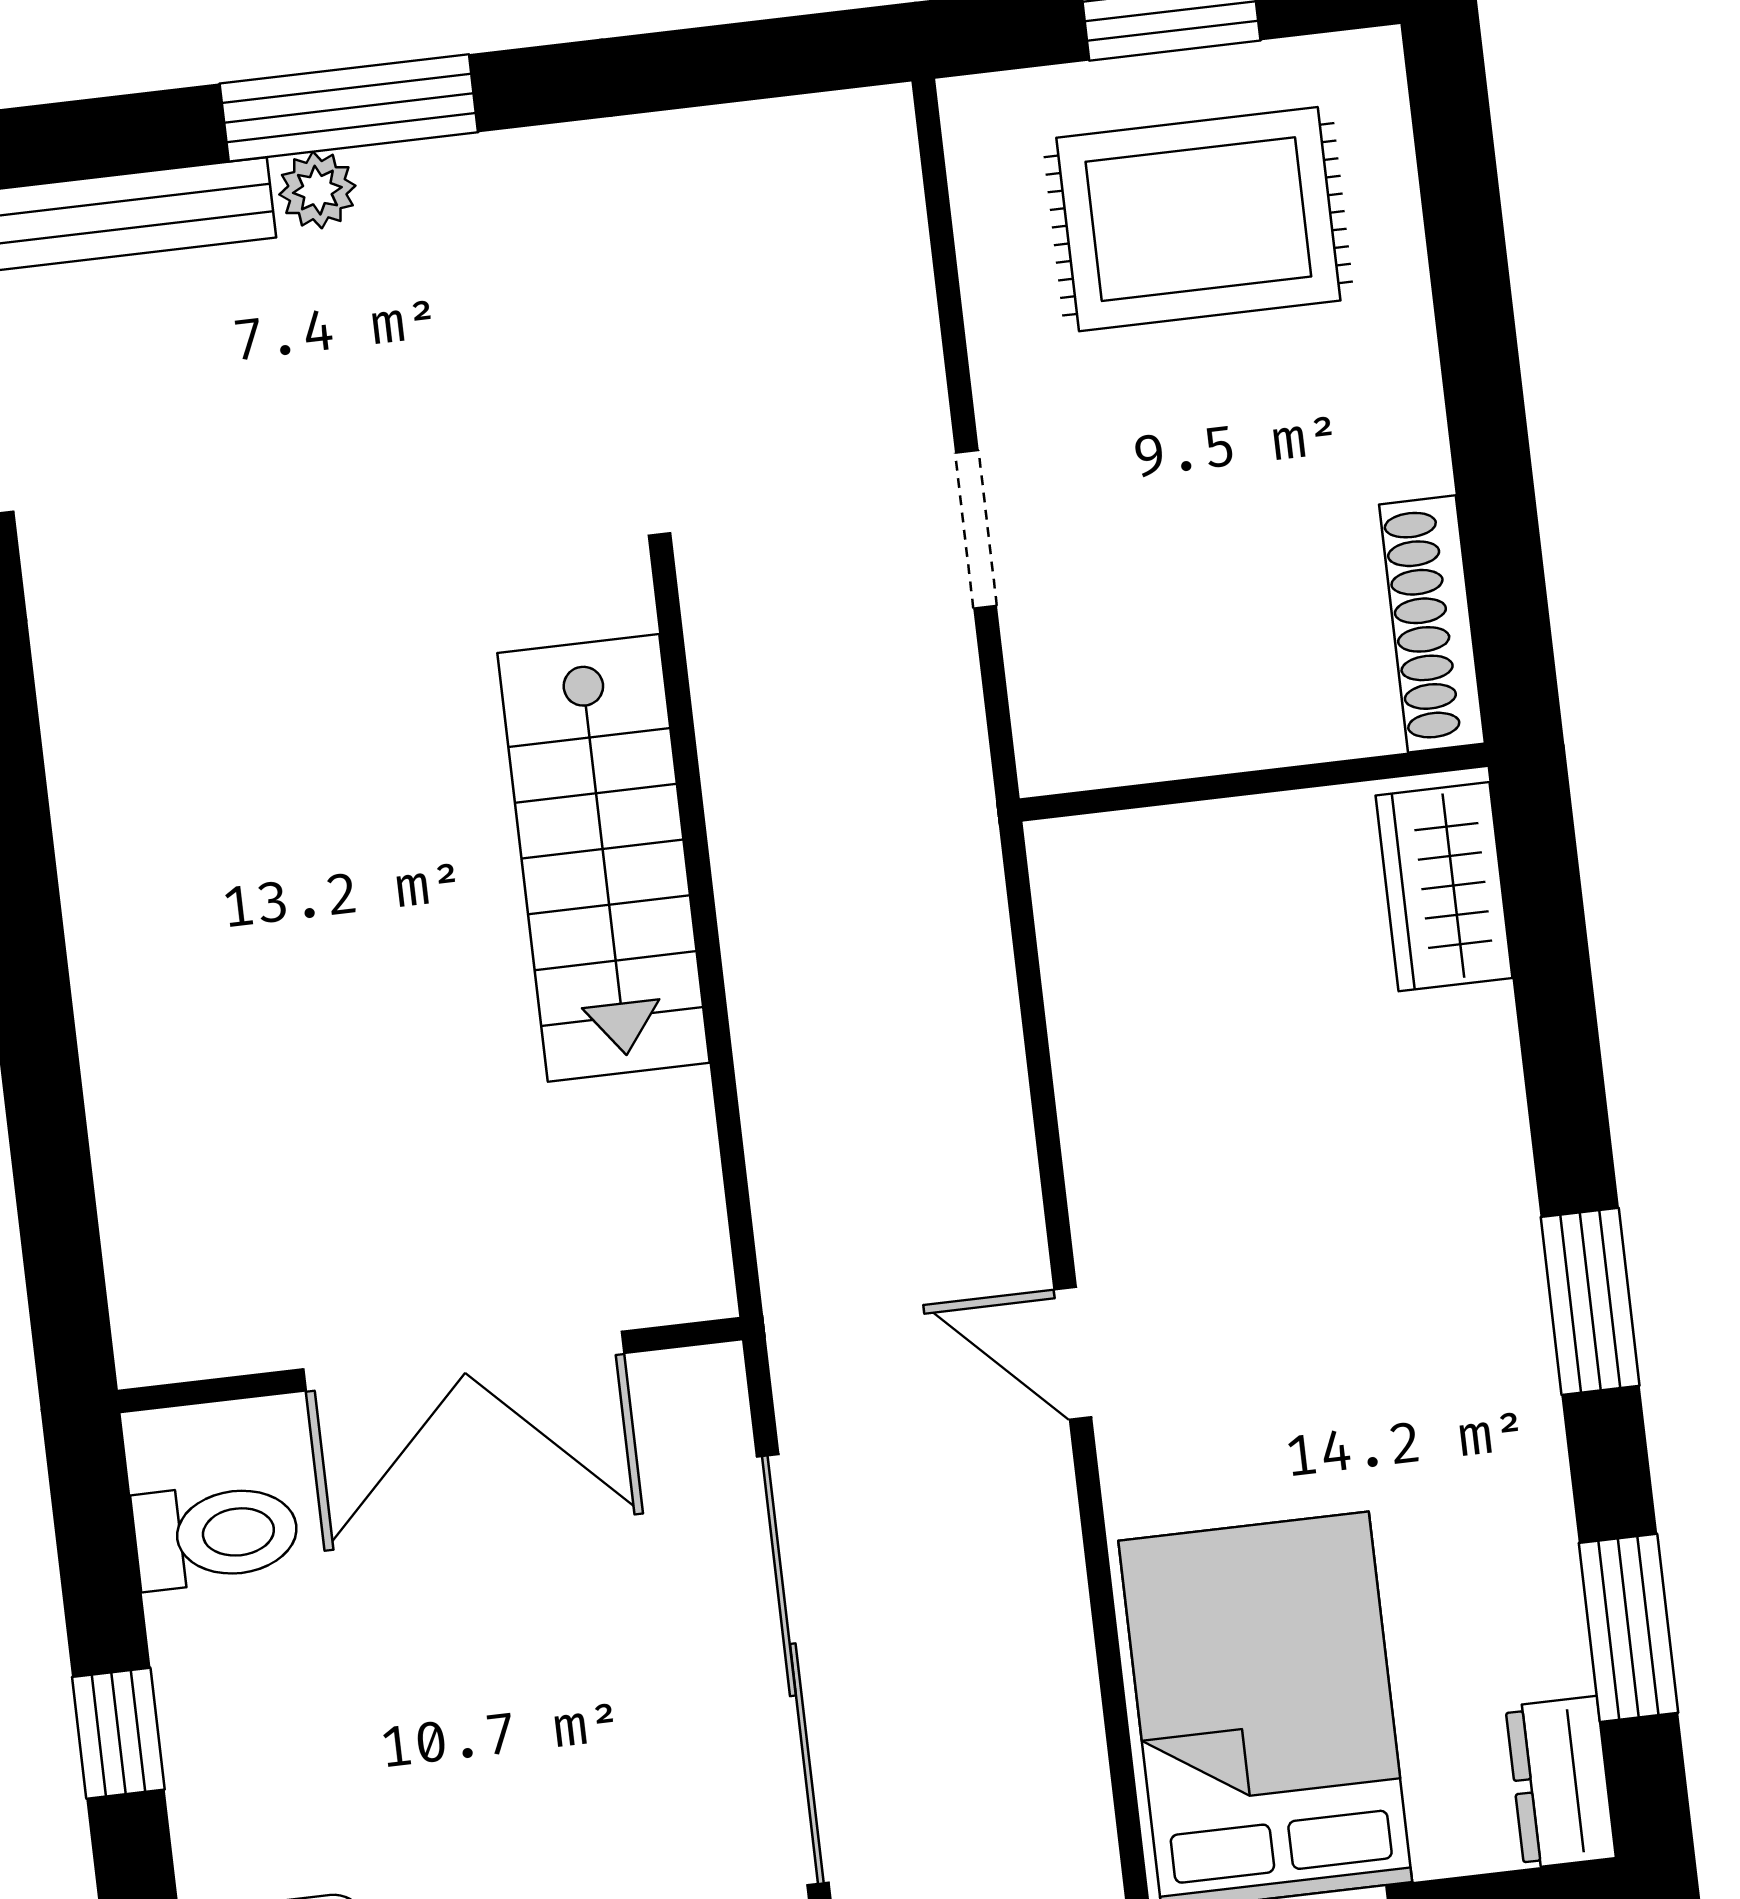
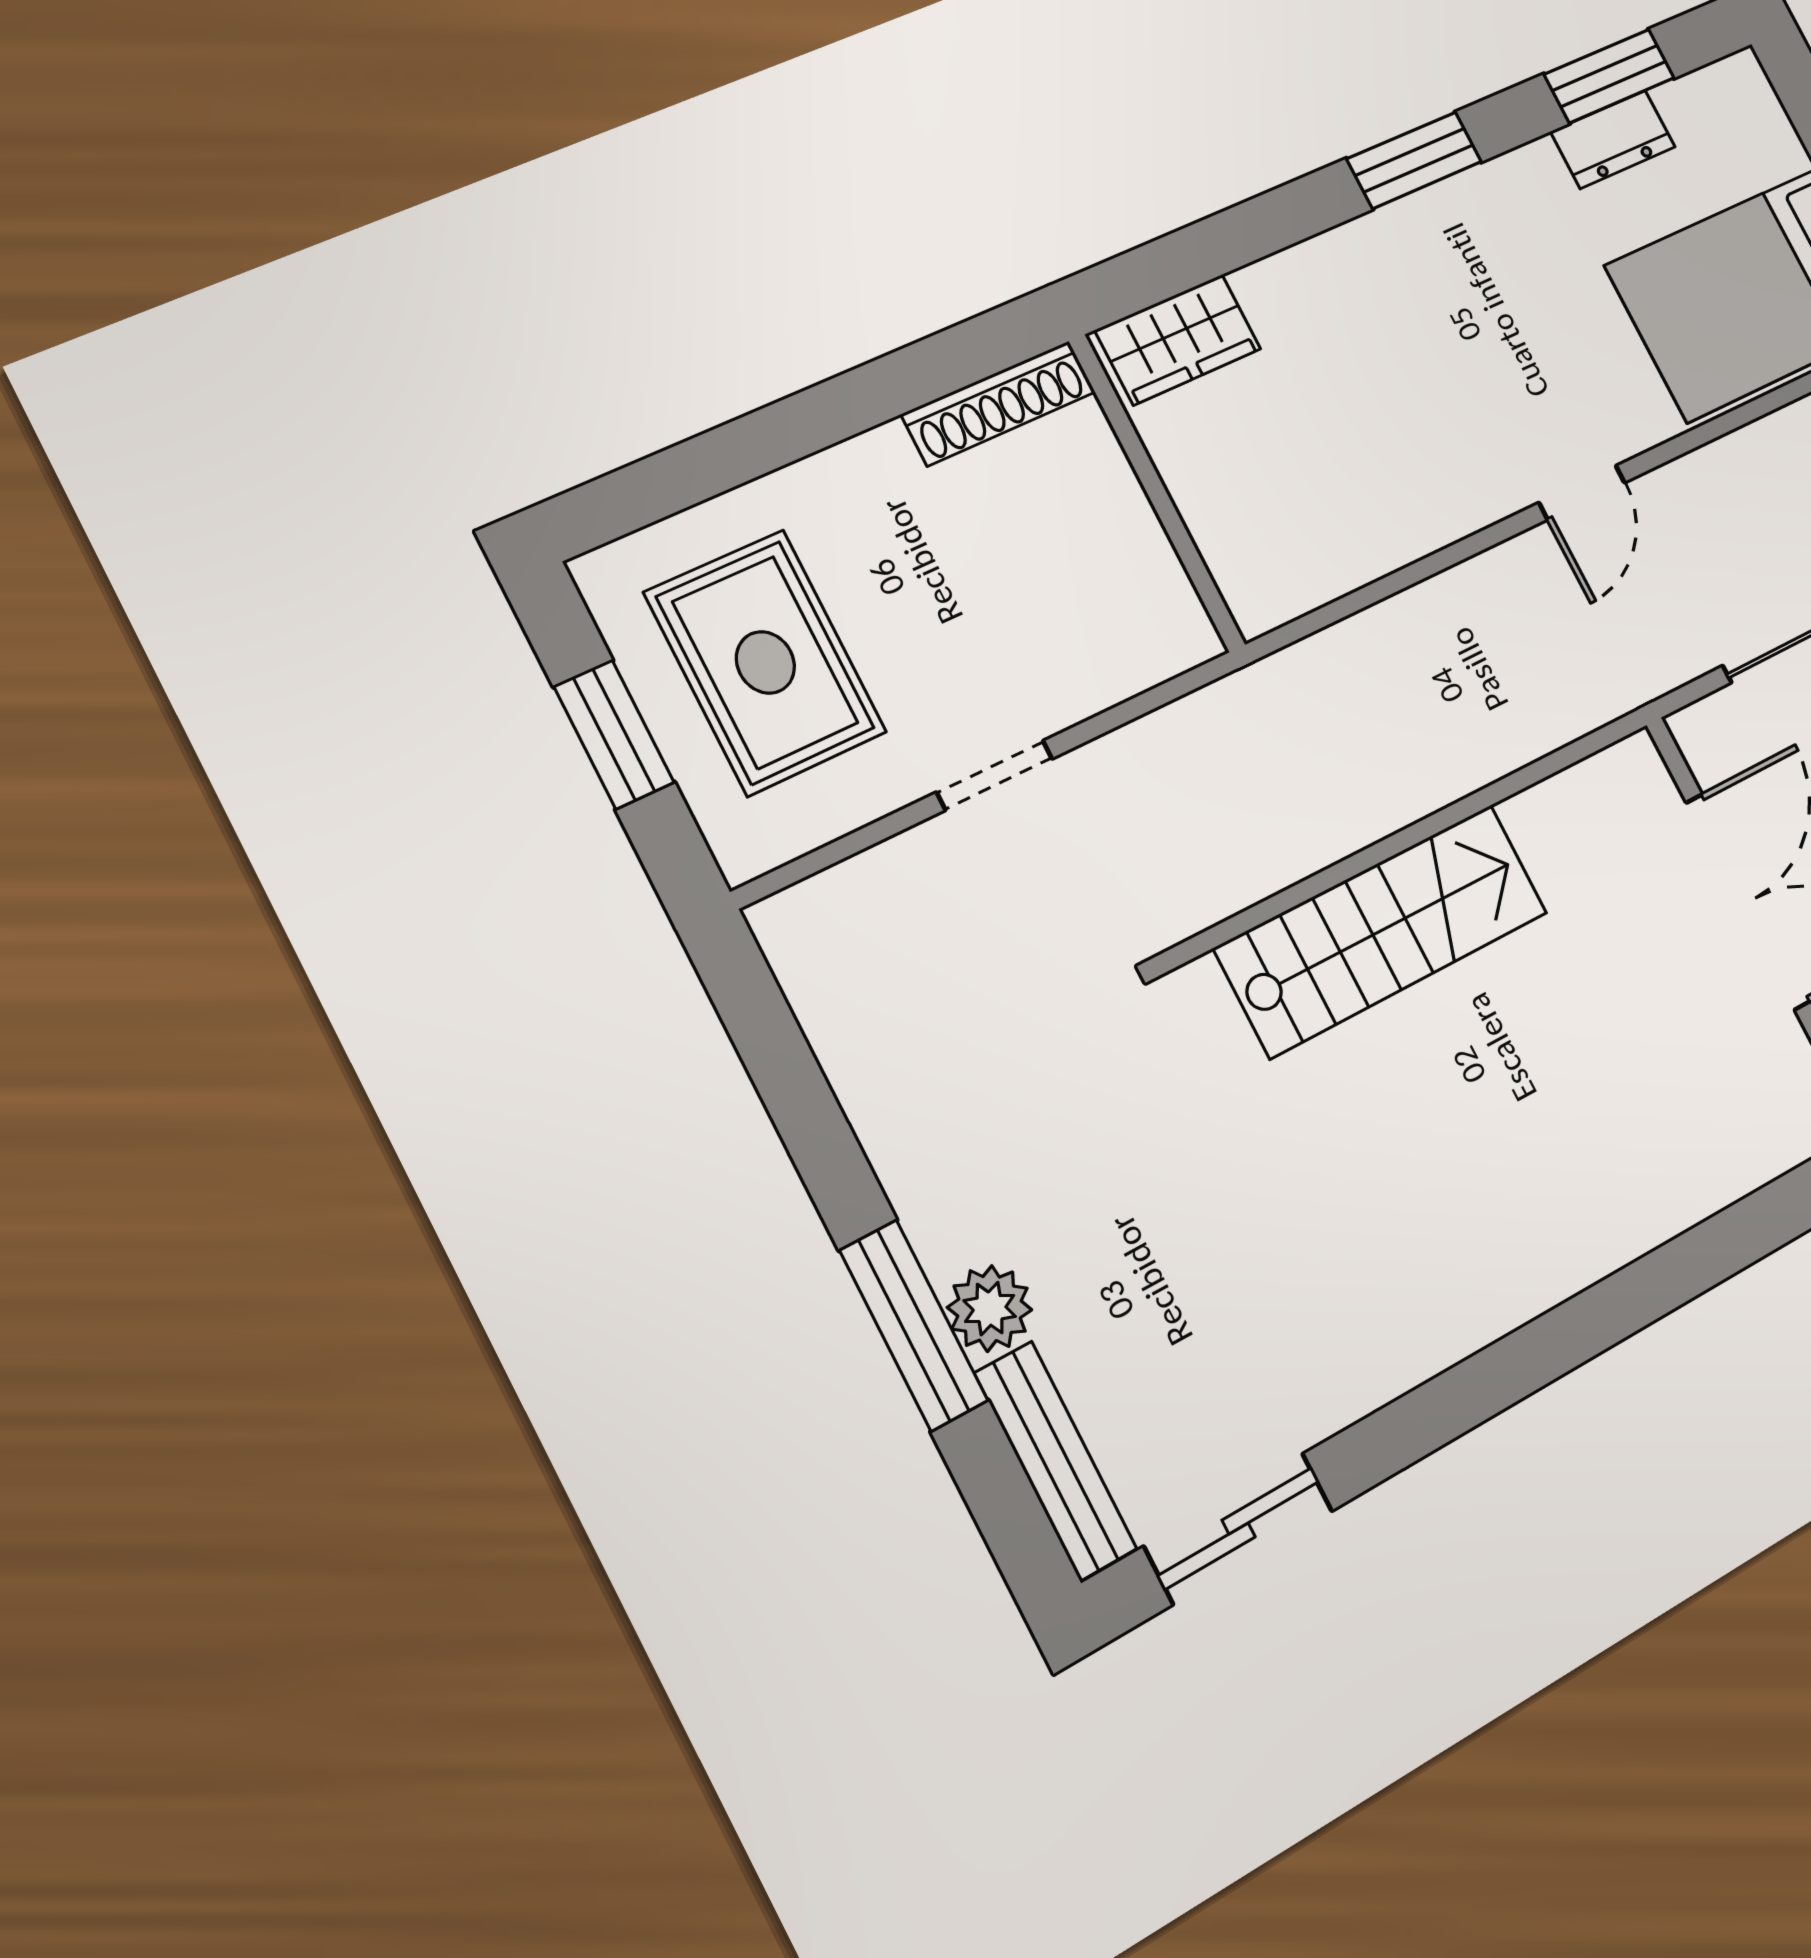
plant: (317, 190) -> (990, 1309), width x1.38, depth x1.38
doorway: (976, 529) -> (995, 775), moved
dresser: (1561, 1782) -> (1613, 139), moved

